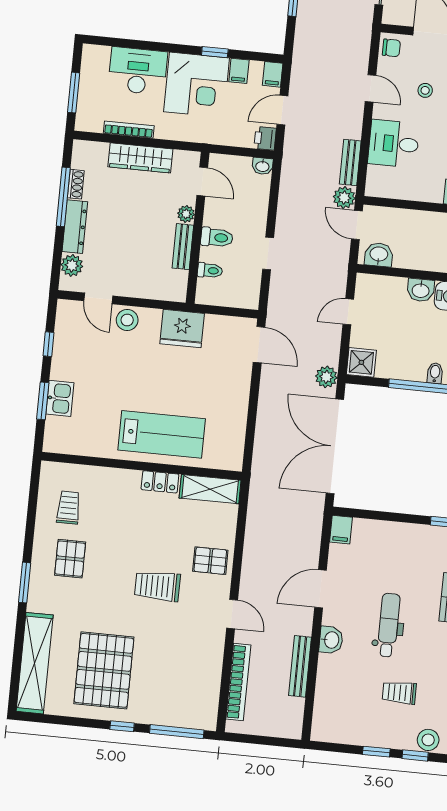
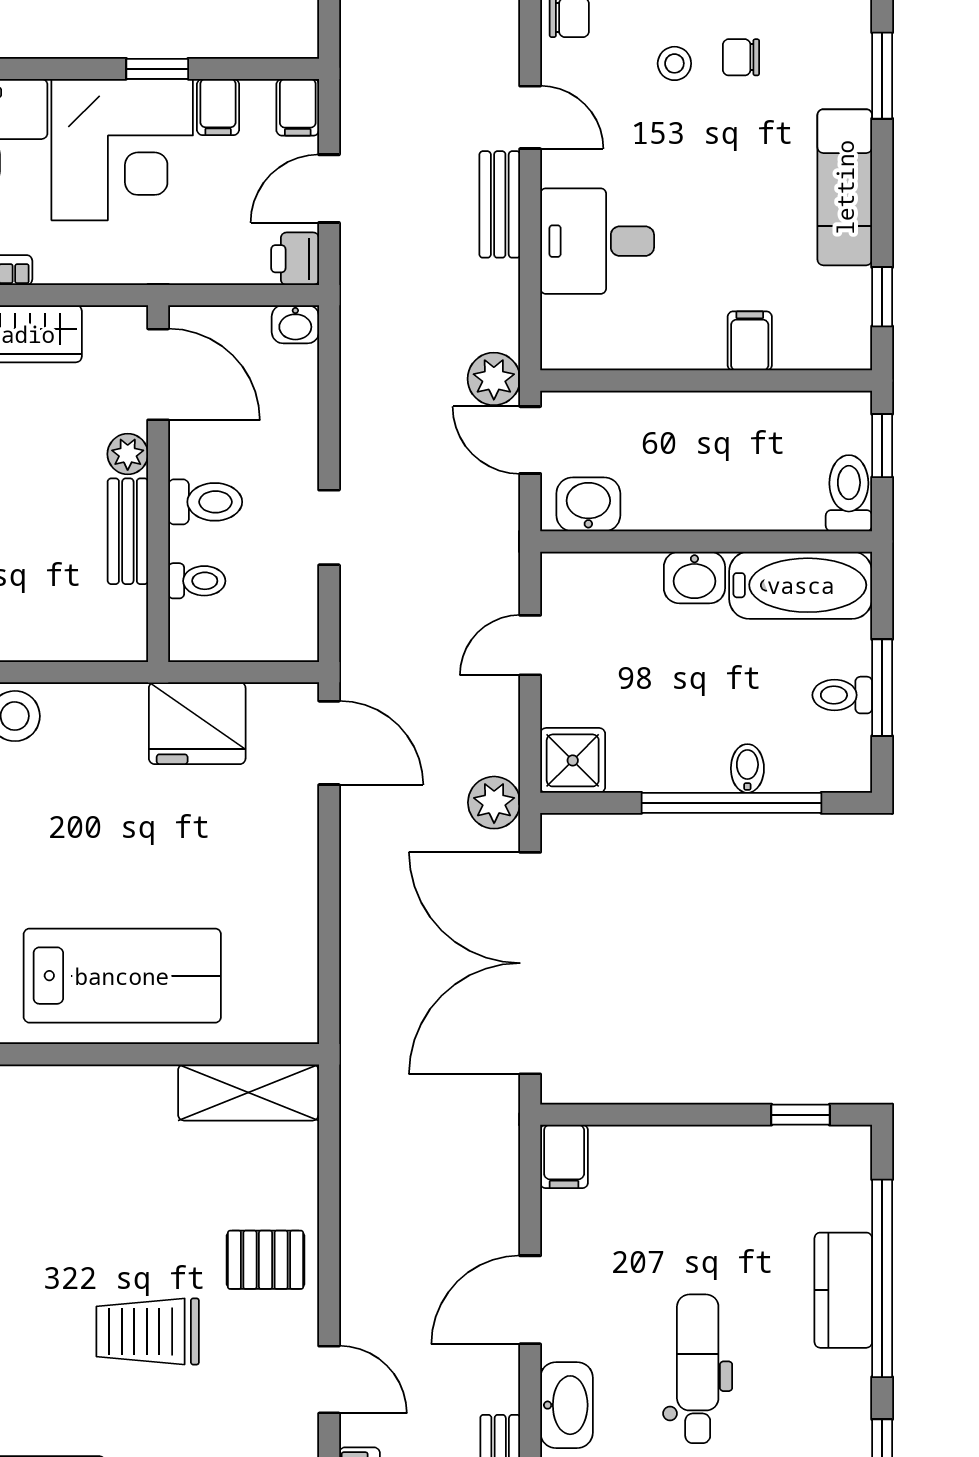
stool: (425, 90) -> (674, 63), moved
bench: (350, 162) -> (500, 204), moved
door: (202, 182) -> (158, 374), width x1.38
fridge: (182, 329) -> (197, 723), moved
locker: (160, 482) -> (129, 1087), removed
washbasin: (331, 640) -> (567, 1405), width x1.38

